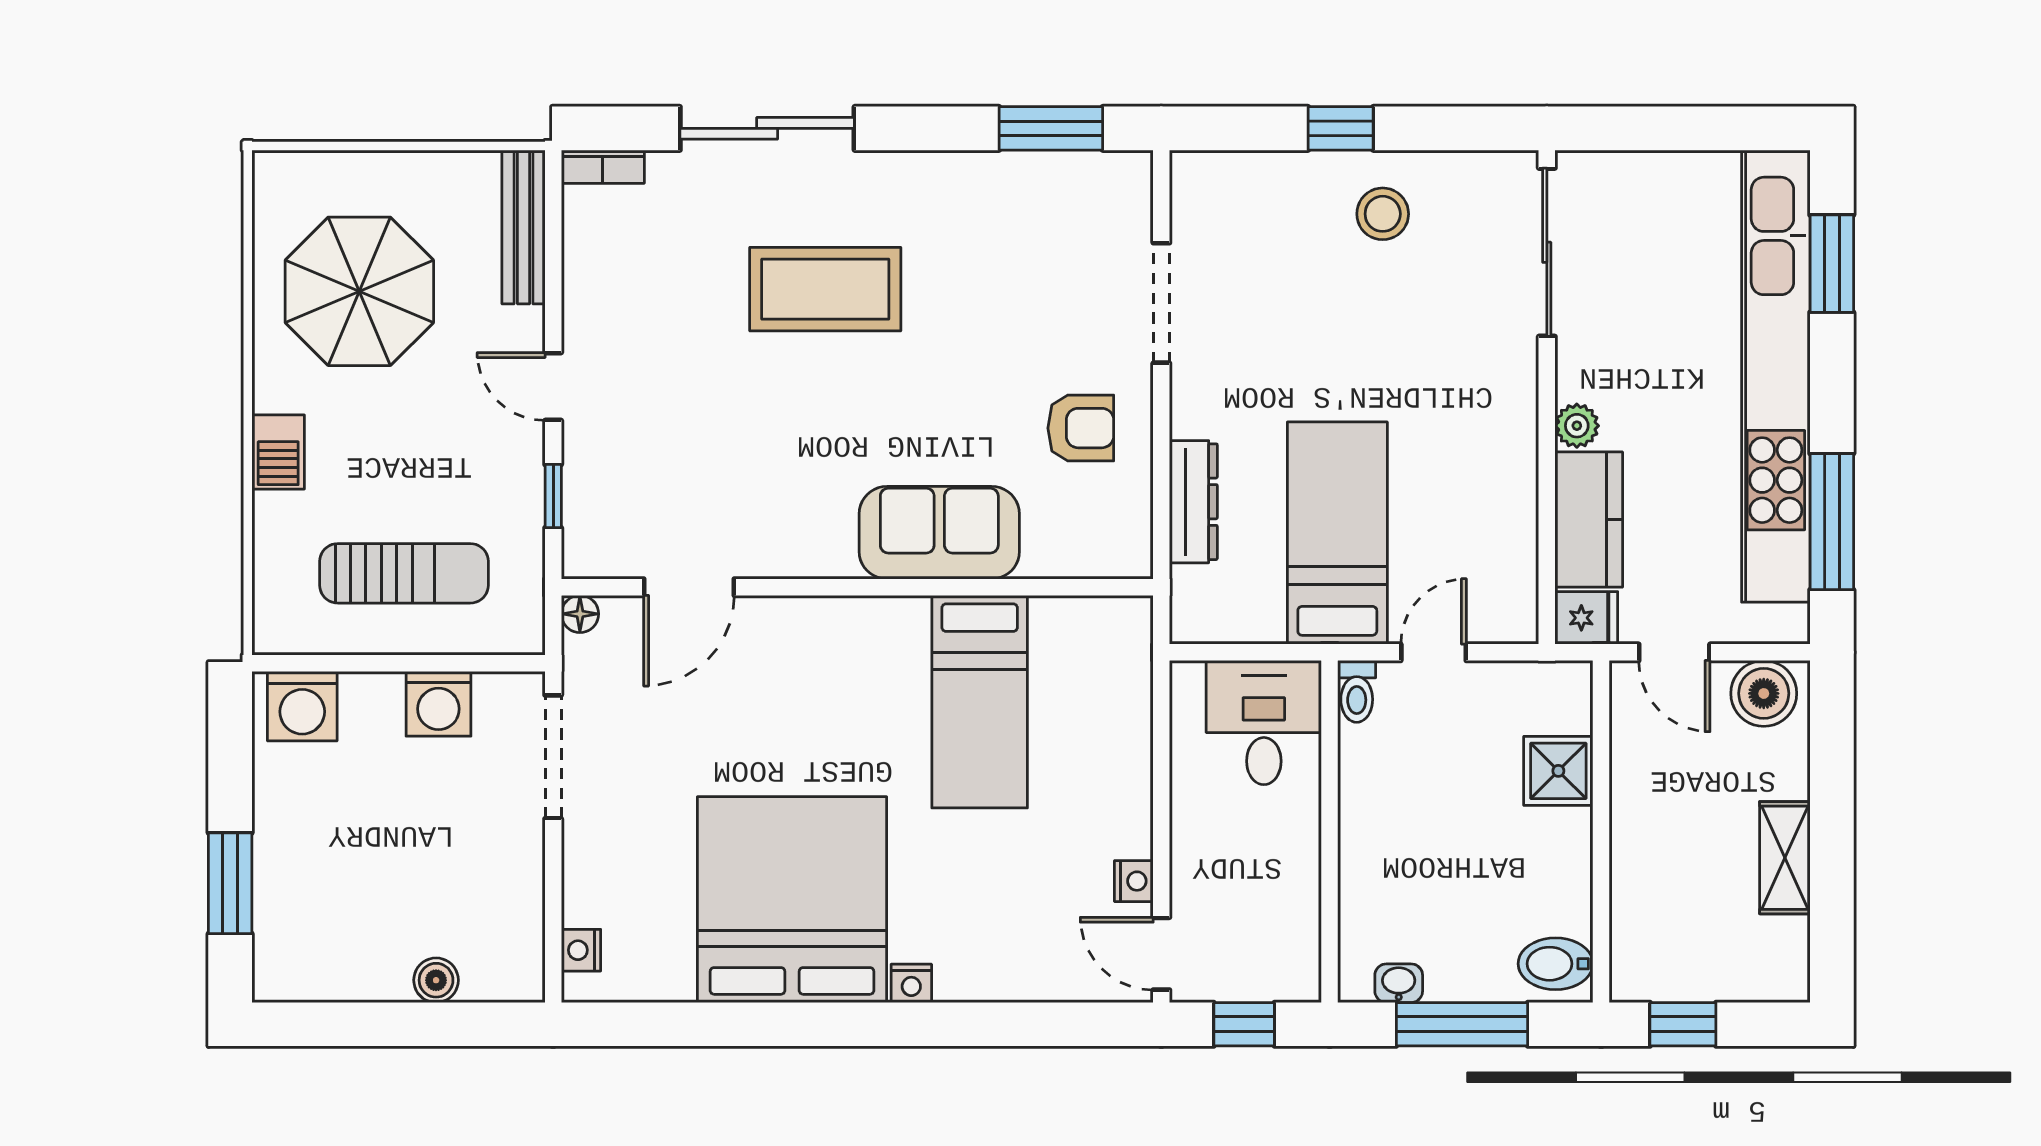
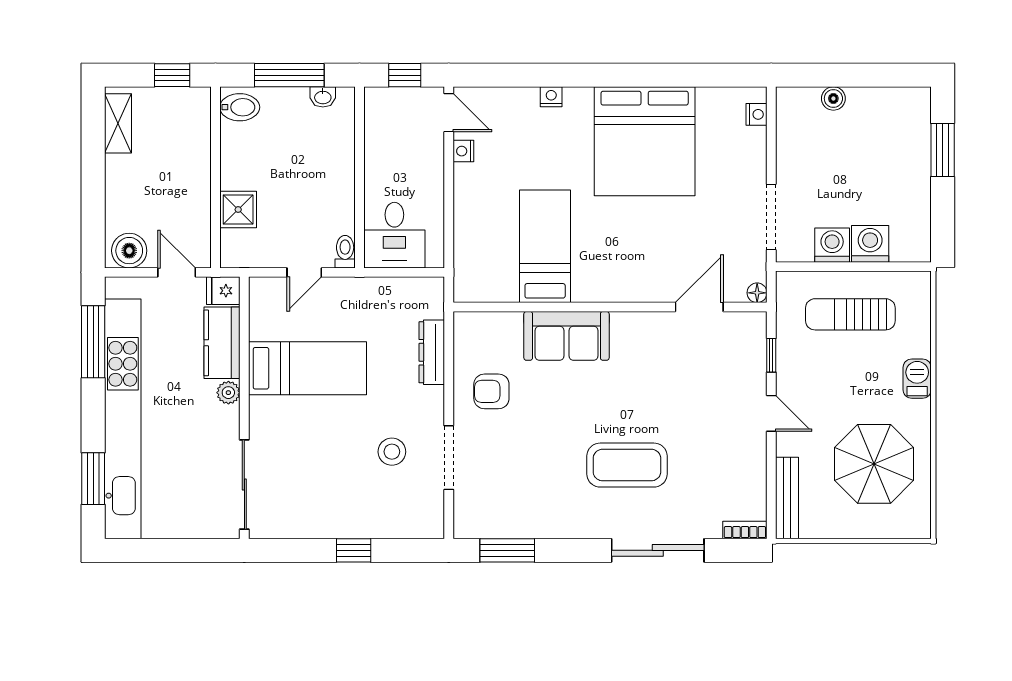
stool: (1383, 214) -> (392, 452), moved
bed: (1337, 533) -> (308, 368), moved, turned -90
washing machine: (302, 706) -> (870, 244), moved
shelving: (1785, 858) -> (118, 123), moved
nightstand: (911, 983) -> (551, 97), moved

